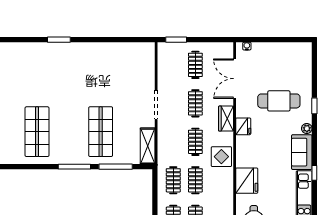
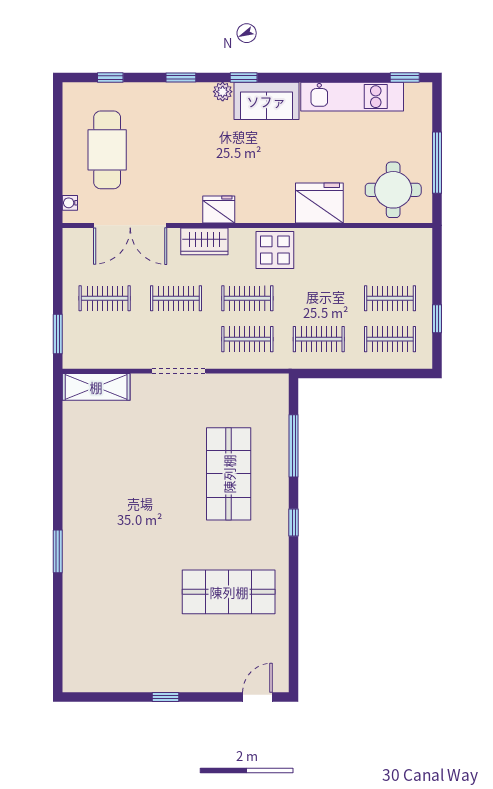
window: (314, 68) -> (110, 78), added
cafe table: (279, 101) -> (107, 150), moved
shop shelf: (101, 132) -> (229, 474), turned 90
shelving: (148, 146) -> (96, 387), moved
window: (74, 167) -> (294, 522), width x0.46
window: (314, 173) -> (244, 78), moved
clothes rail: (195, 180) -> (247, 339), moved

